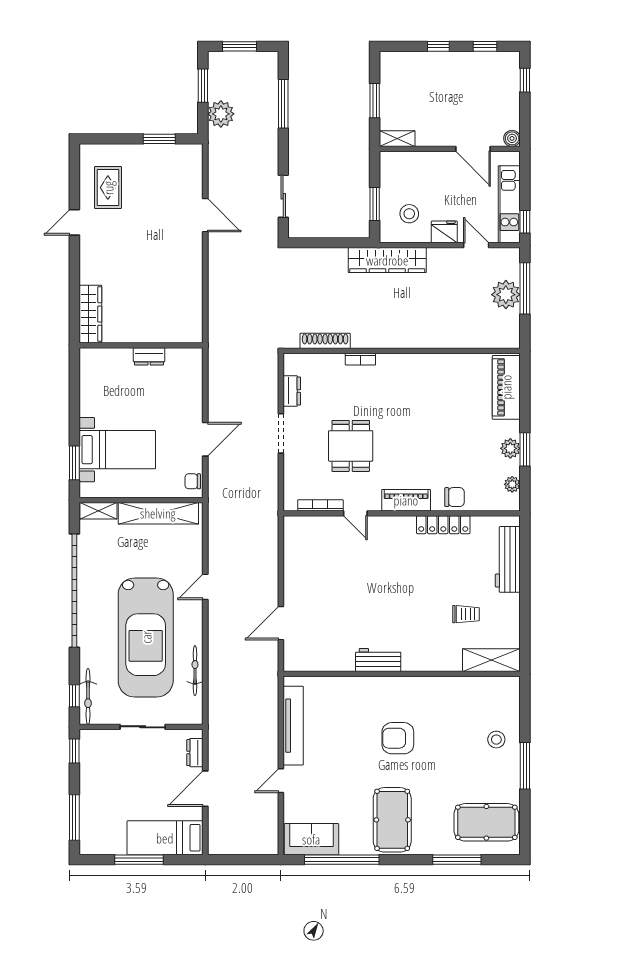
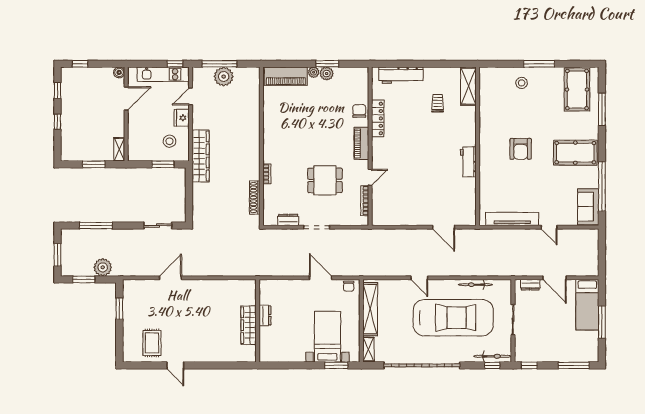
rug: (108, 188) -> (152, 343), turned 90
wardrobe: (90, 314) -> (249, 325), moved, turned -90
plant: (512, 484) -> (314, 72), moved

